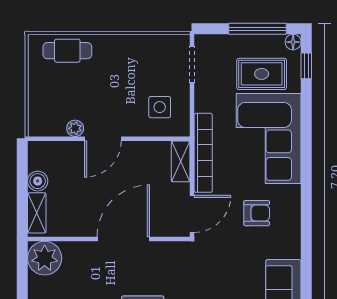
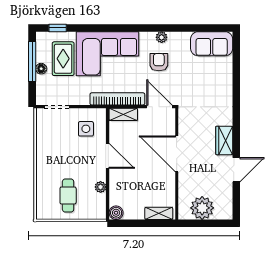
floor lamp: (293, 42) -> (41, 69), moved
cafe table: (67, 51) -> (68, 195), moved
door: (103, 139) -> (108, 156), moved
boiler: (38, 181) -> (116, 213), moved
plant: (293, 217) -> (162, 37), added
plant: (45, 258) -> (202, 208), moved

